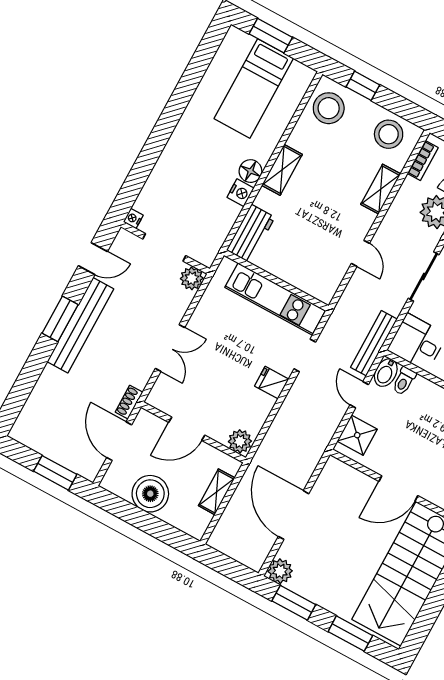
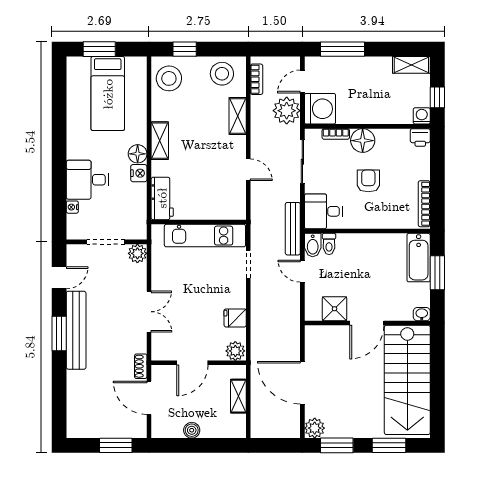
desk: (181, 170) -> (87, 180), added
nightstand: (133, 219) -> (72, 207), moved
fridge: (272, 383) -> (235, 318), moved
shower: (357, 435) -> (335, 309), moved
boiler: (150, 494) -> (192, 430), width x0.54, depth x0.54

